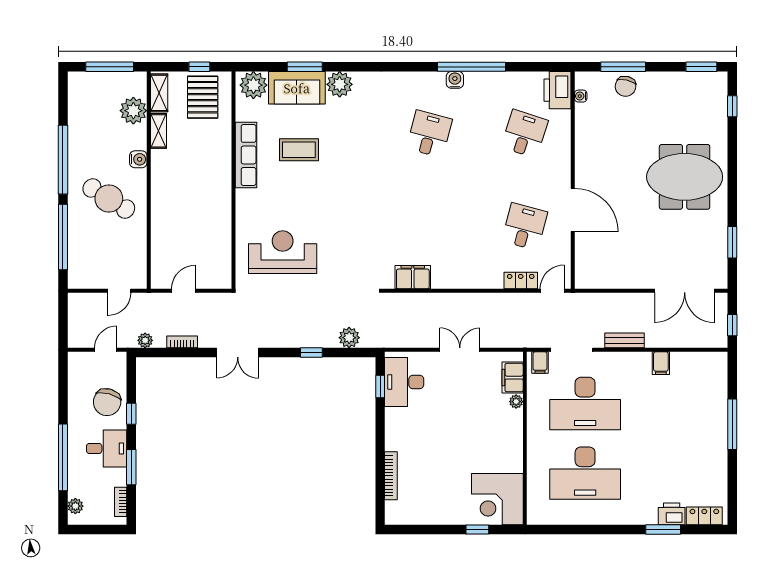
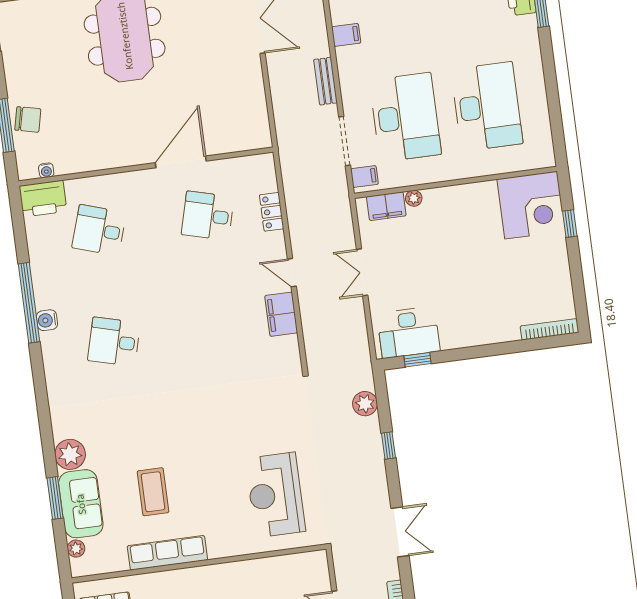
plant: (253, 85) -> (76, 549), width x0.53, depth x0.53
filing cabinet: (413, 277) -> (281, 314), moved
door: (552, 291) -> (292, 273), moved
bookcase: (391, 476) -> (549, 329), moved

